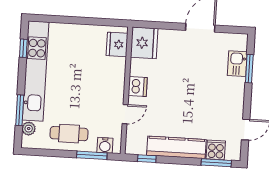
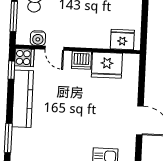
fridge: (144, 43) -> (107, 65), moved
water cooler: (105, 145) -> (38, 38), moved, turned -90
cooker: (216, 150) -> (24, 58), moved

